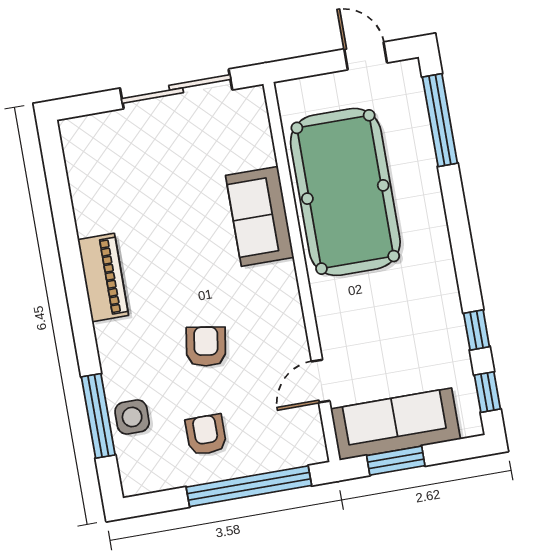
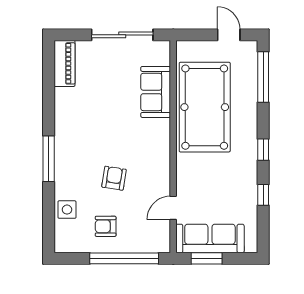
sofa: (260, 216) -> (156, 92), moved
piano: (103, 277) -> (64, 63), moved
window: (487, 392) -> (263, 150), moved
window: (98, 416) -> (49, 159), moved
armchair: (206, 435) -> (106, 226), turned -90

